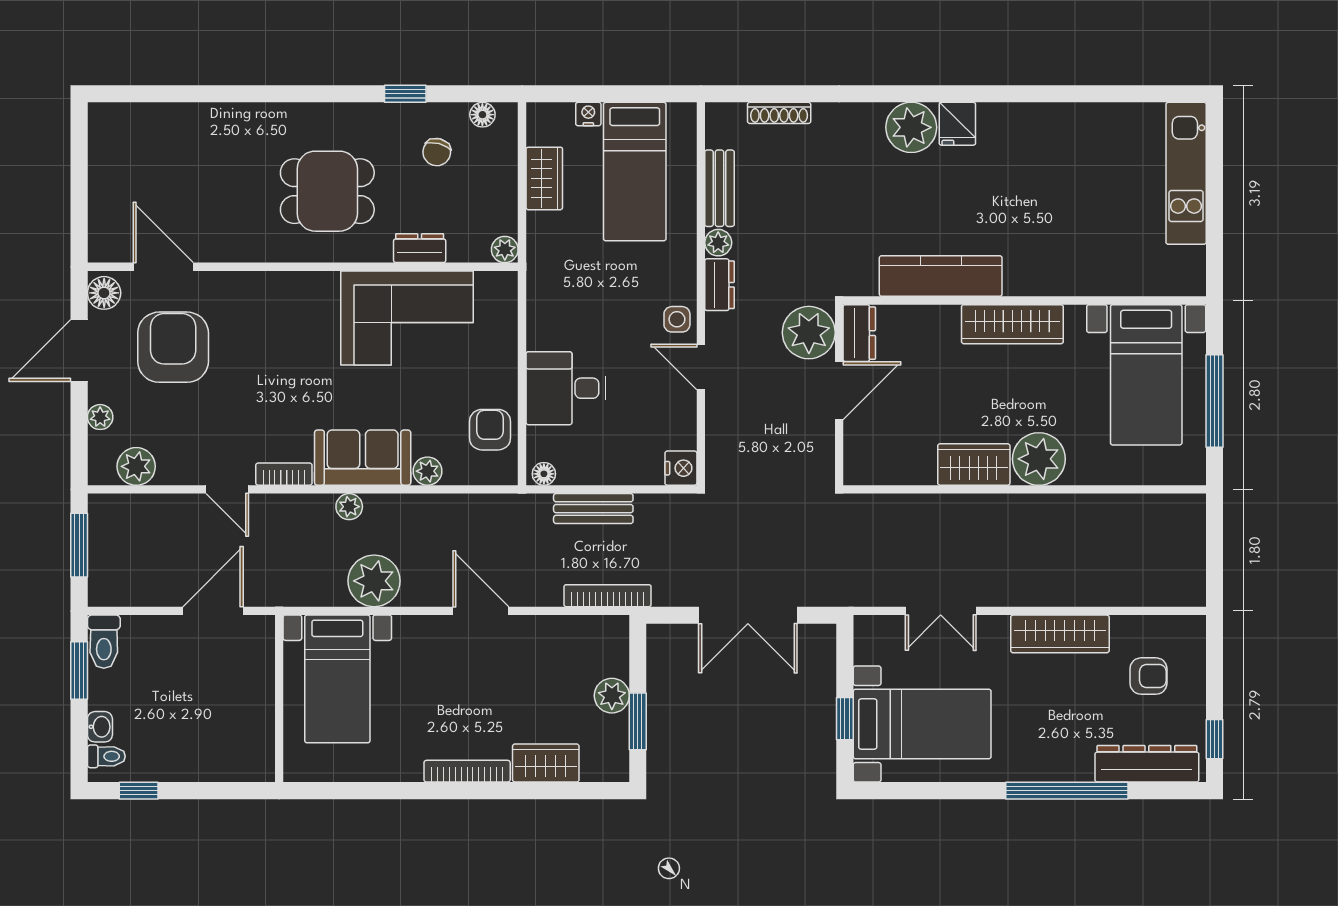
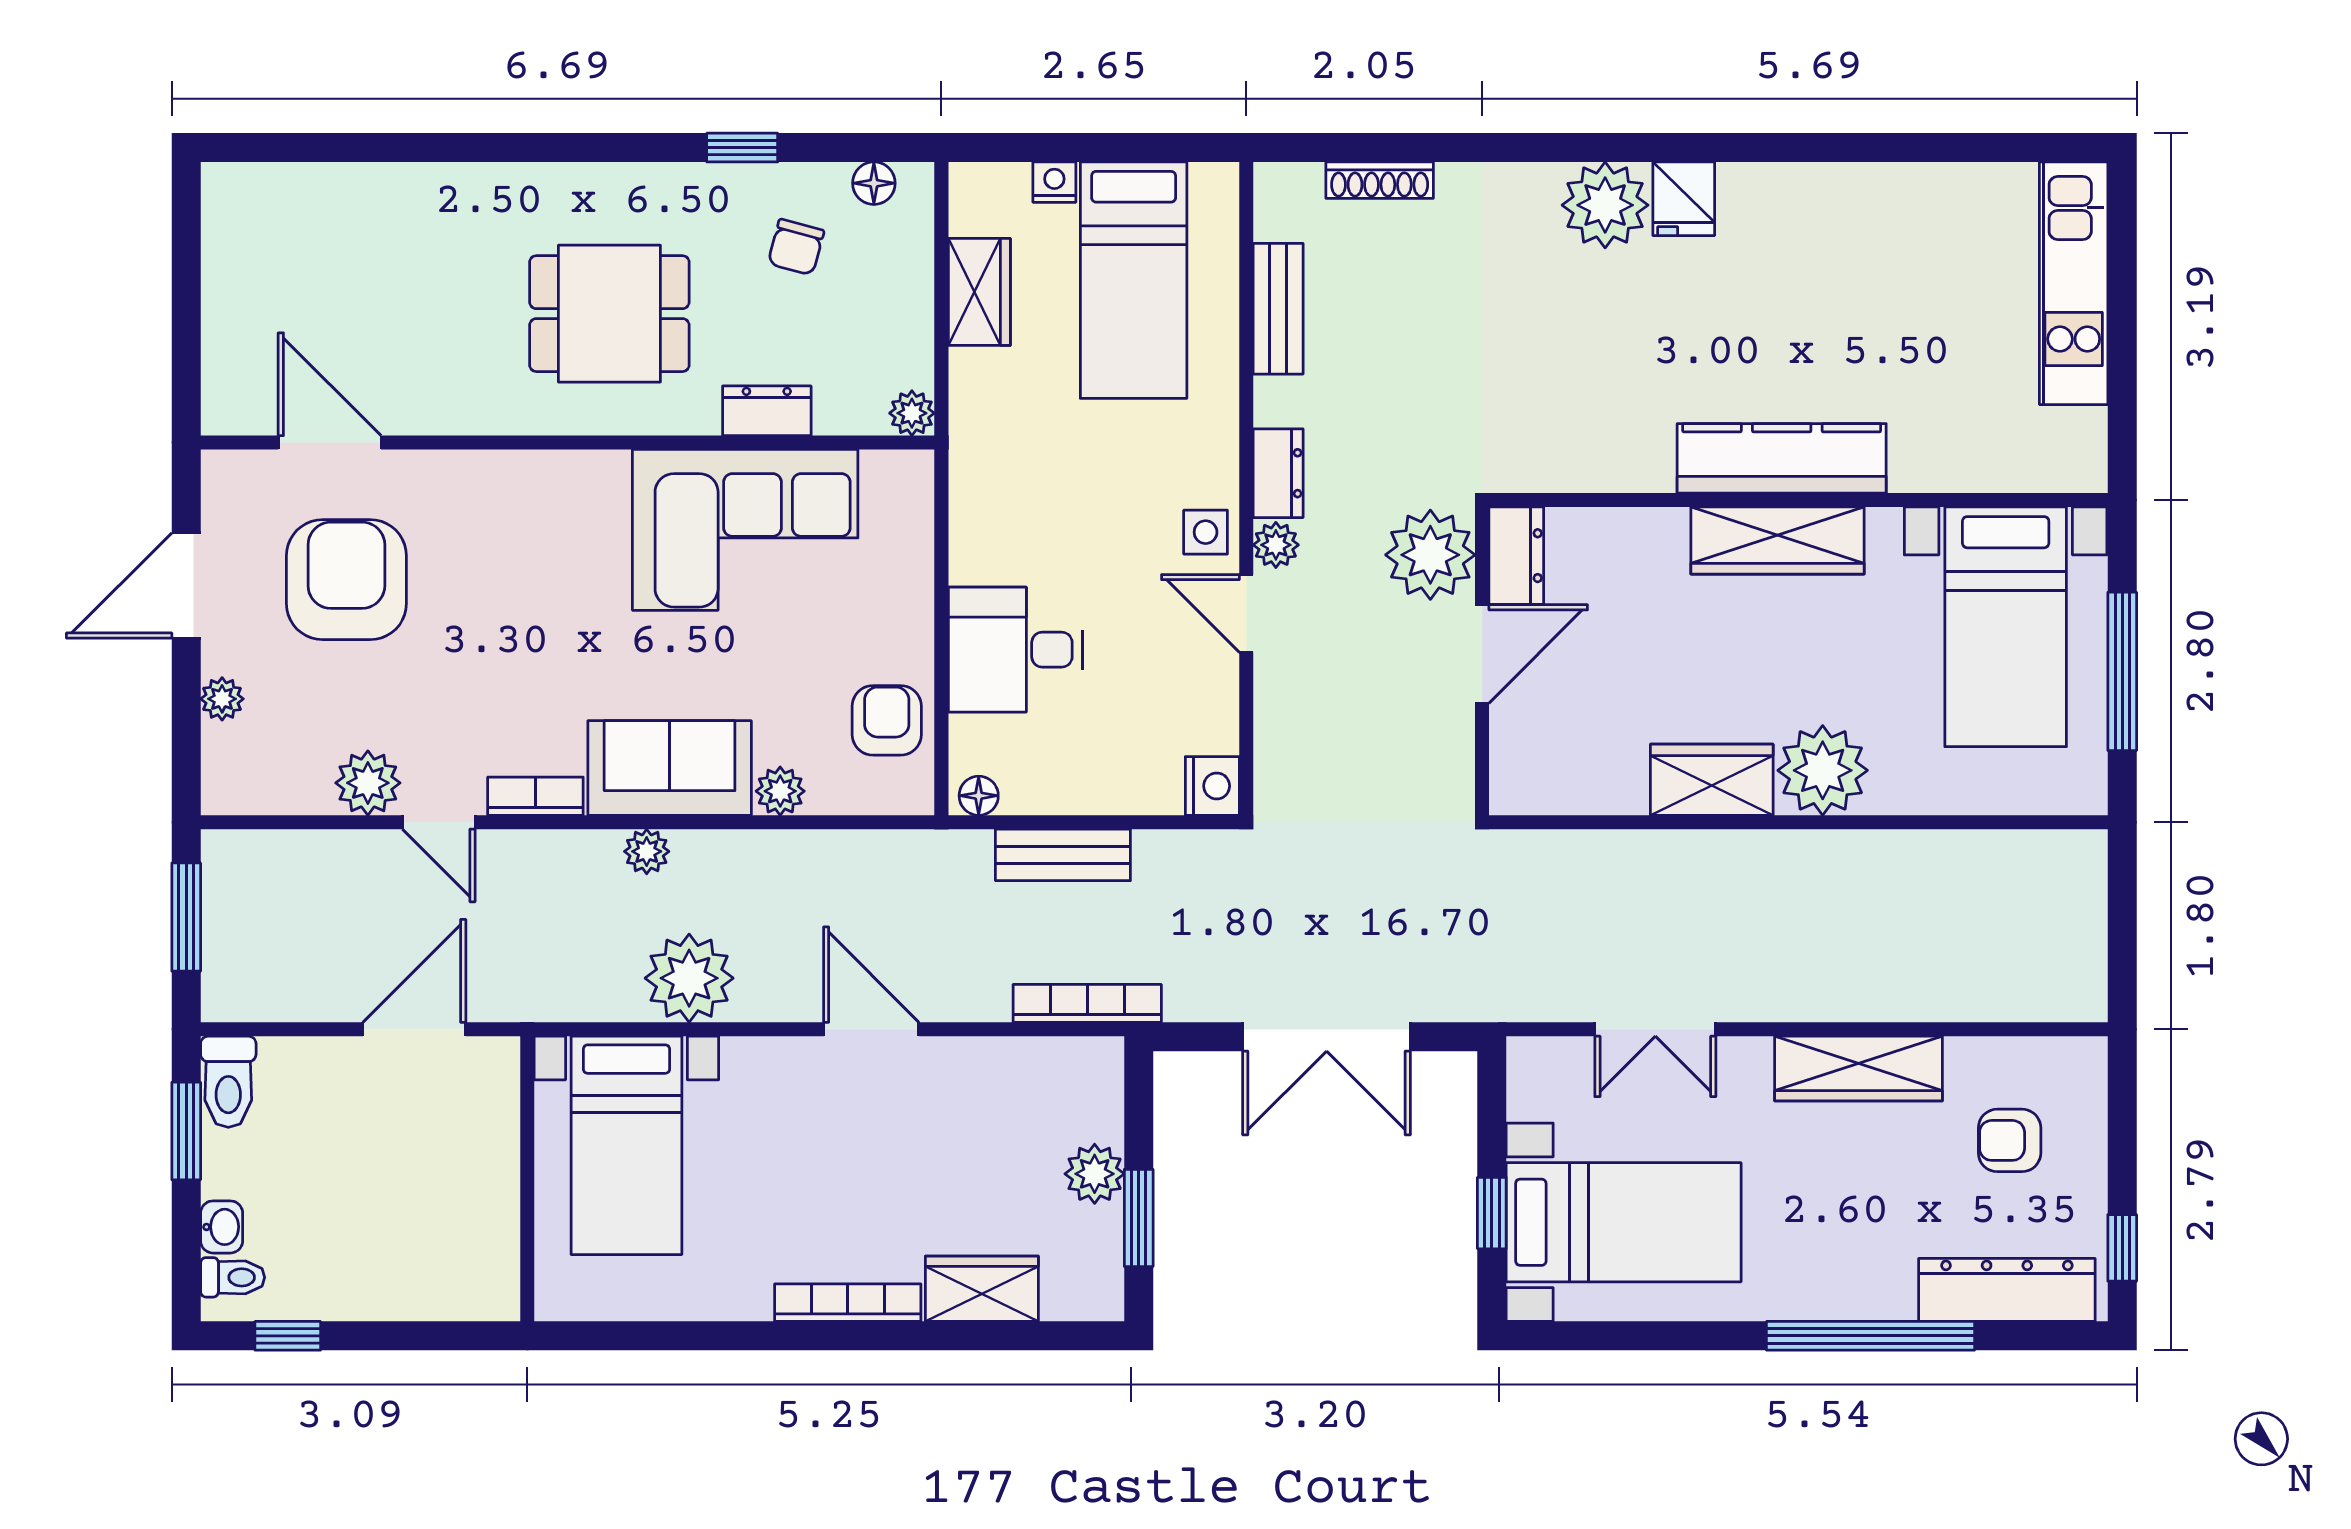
plant: (718, 243) -> (1276, 545), moved
kitchen counter: (941, 276) -> (1782, 458), moved
floor lamp: (104, 293) -> (229, 487), removed
plant: (136, 466) -> (368, 783), moved
armchair: (1148, 676) -> (2010, 1140), turned 180

